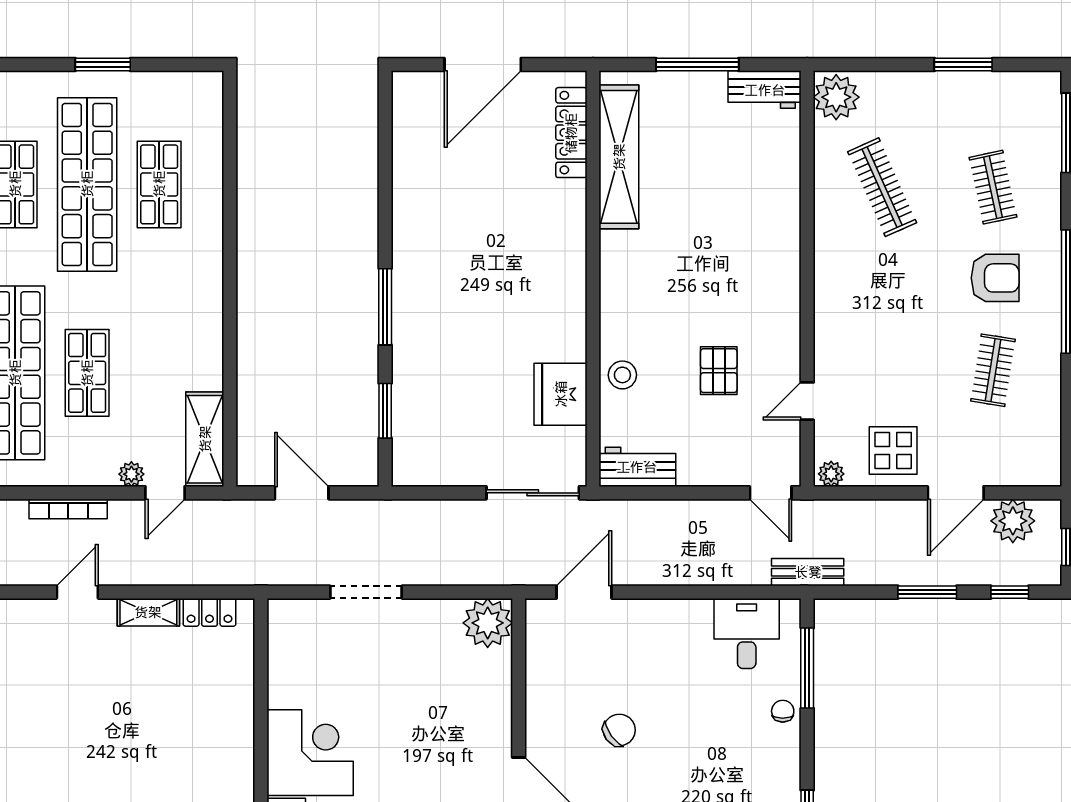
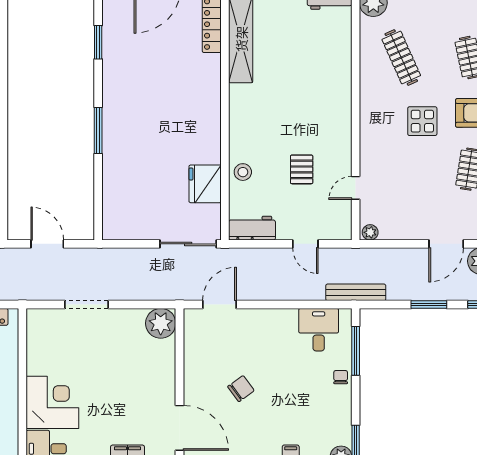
window: (385, 411) -> (98, 42), moved
display table: (893, 451) -> (422, 121), moved
door: (771, 493) -> (305, 244), moved
bench: (808, 572) -> (356, 292), width x1.36

